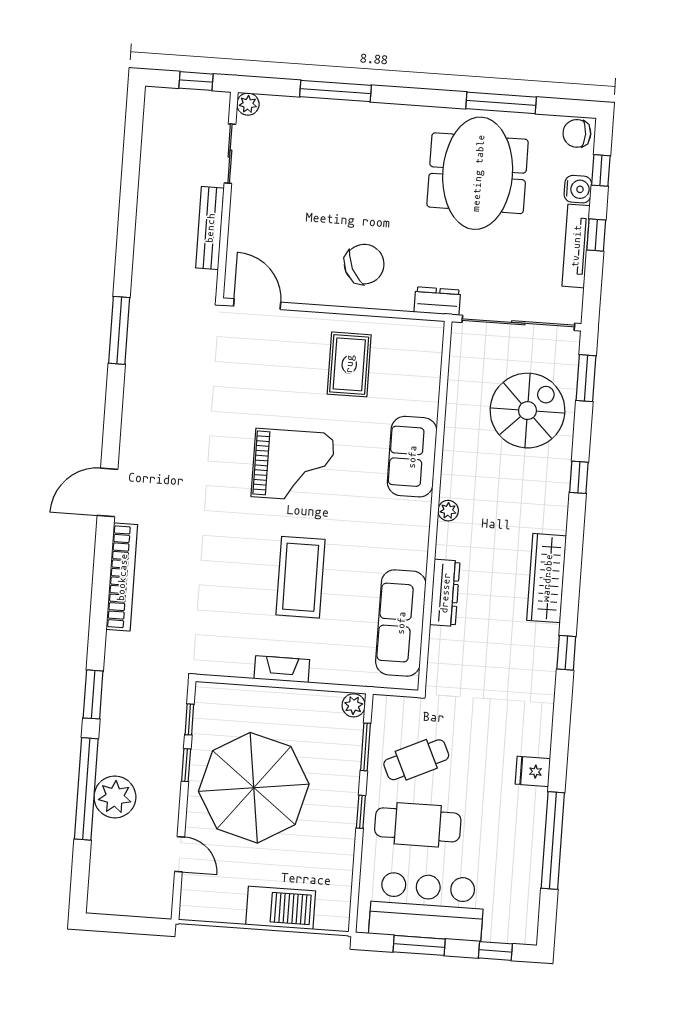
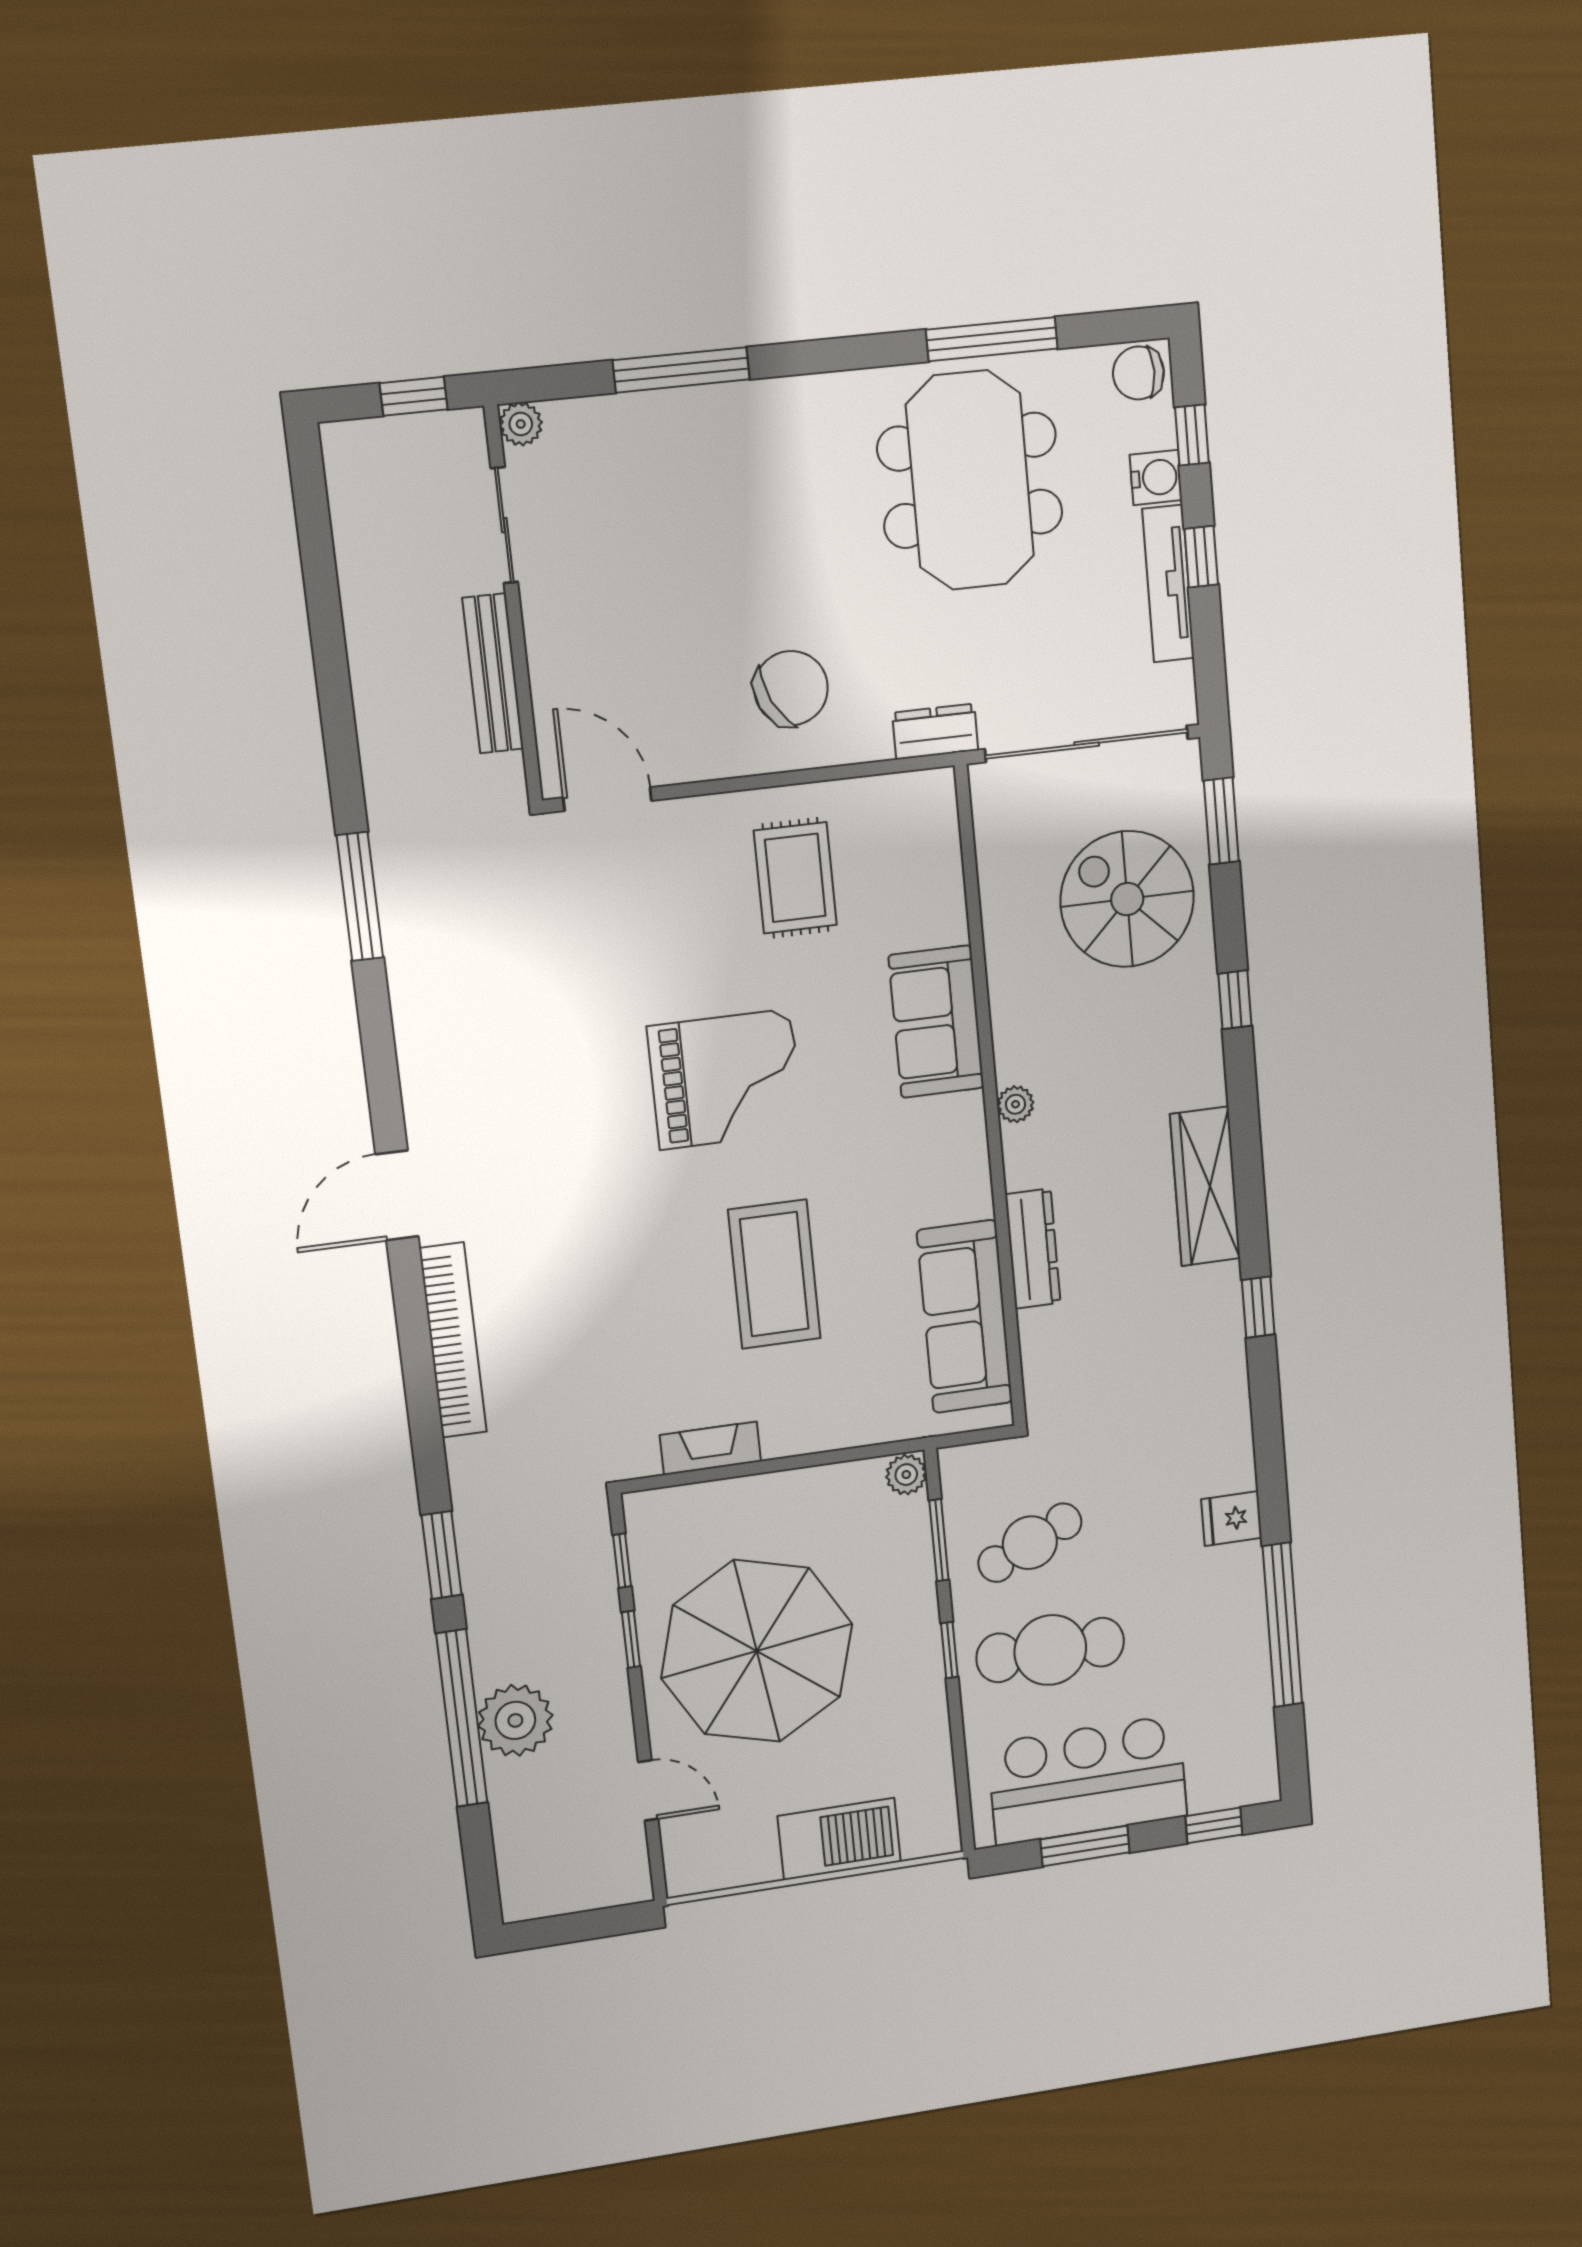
spiral stairs: (527, 411) -> (1127, 899), turned -90
fireplace: (282, 669) -> (710, 1448), moved

